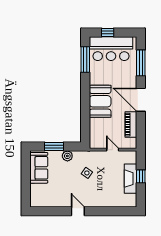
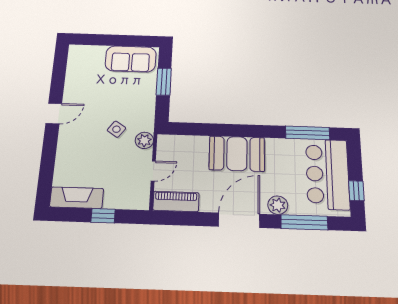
window: (108, 33) -> (356, 191), moved
plant: (131, 78) -> (278, 205), added
piano: (131, 125) -> (176, 201), moved
plant: (67, 156) -> (144, 140), moved
fireplace: (130, 179) -> (77, 198), moved

